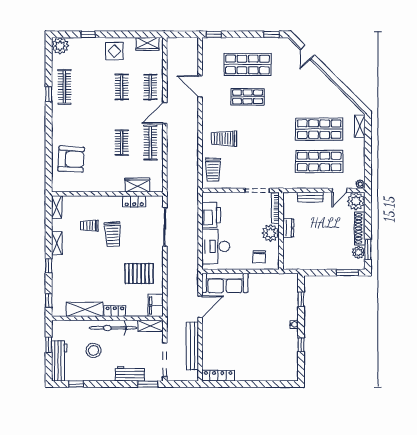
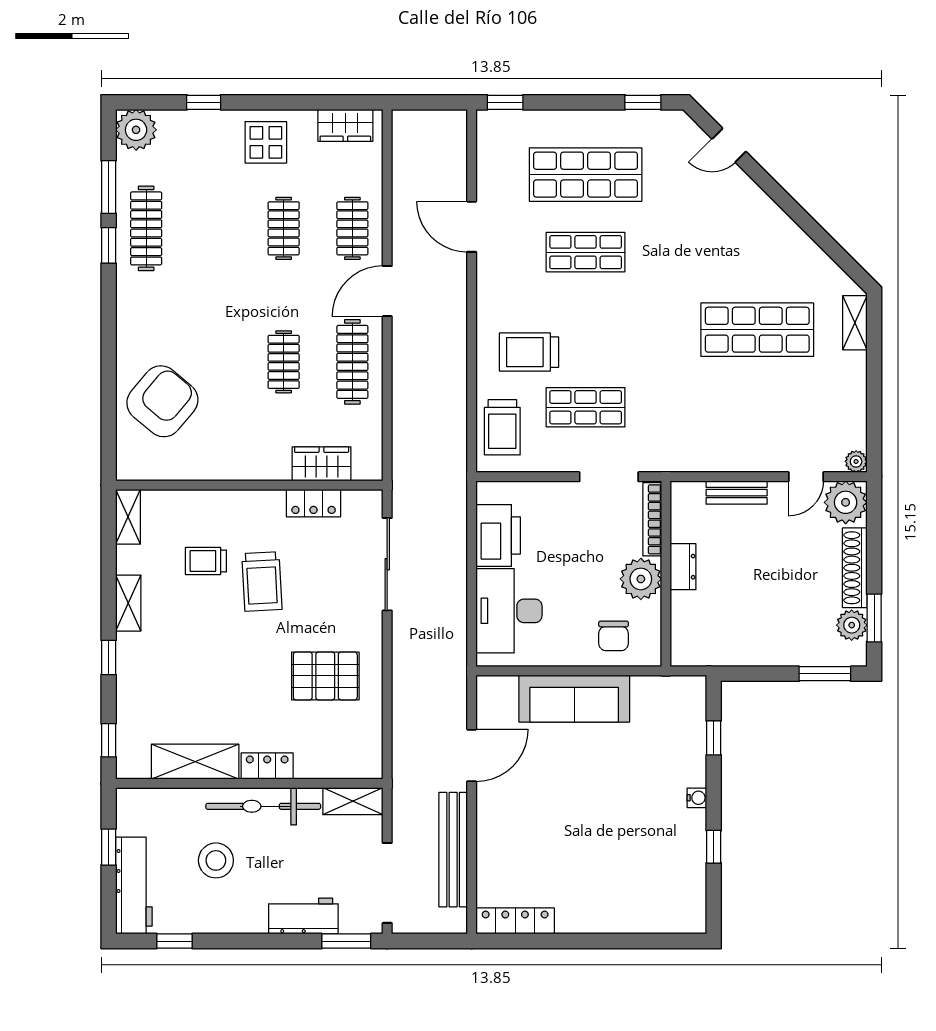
door: (307, 52) -> (729, 145), hinge flipped
window: (49, 70) -> (109, 187), added
armchair: (71, 159) -> (162, 401), turned -53
shop shelf: (319, 161) -> (586, 407), moved, width x0.70, depth x0.74
sofa: (225, 283) -> (574, 699), moved
filing cabinet: (156, 305) -> (365, 753), removed

